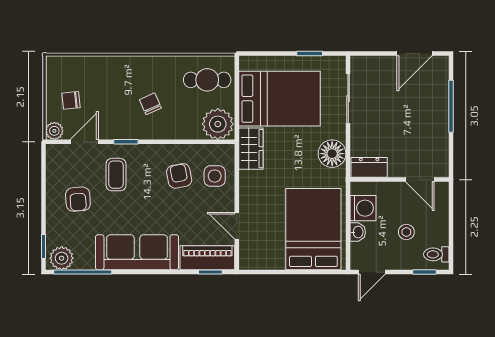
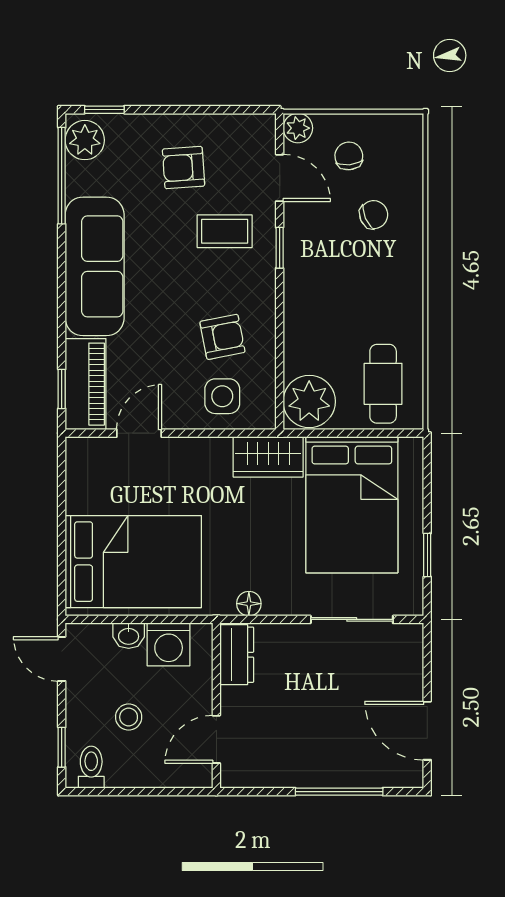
chair: (150, 104) -> (374, 215), moved
floor lamp: (332, 154) -> (249, 604), width x0.53, depth x0.53

